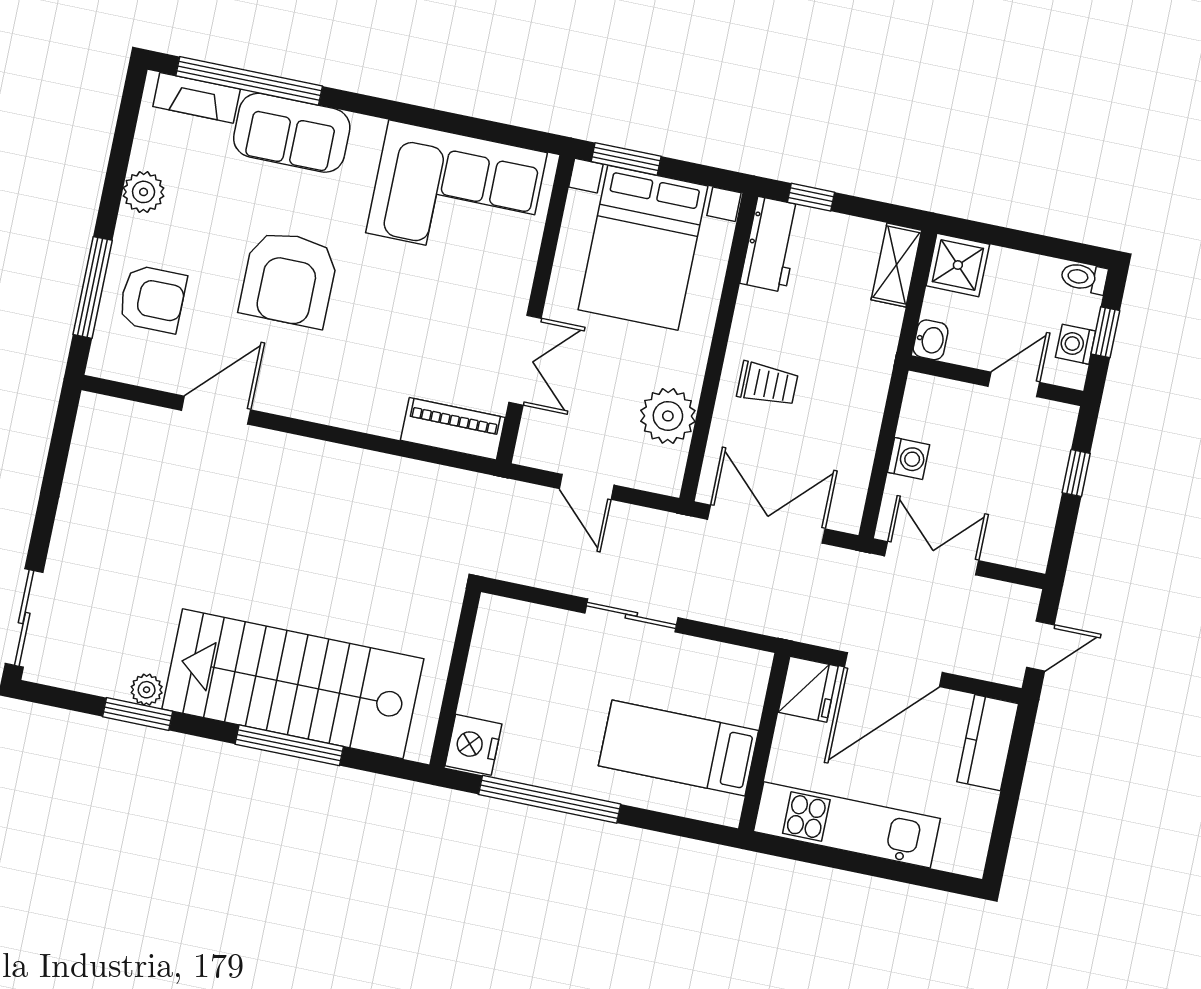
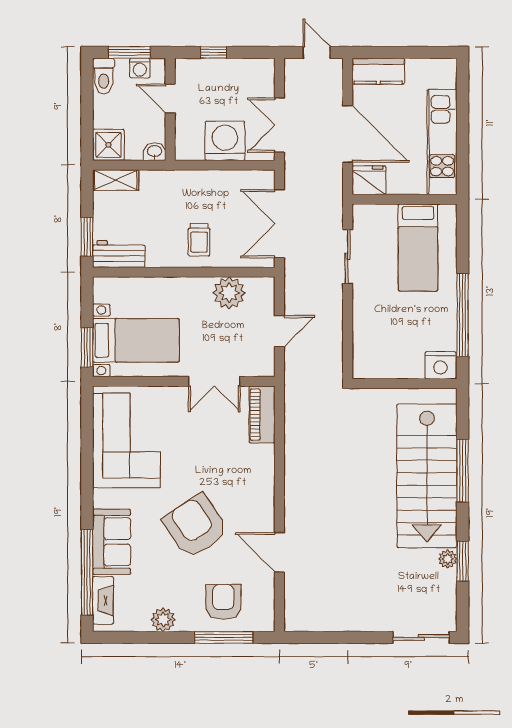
window: (811, 197) -> (87, 237), width x1.50
bed with nightstands: (643, 248) -> (136, 340), width x0.73
toilet: (1084, 278) -> (104, 76), width x1.37, depth x1.39
armchair: (289, 279) -> (196, 526), turned -124
window: (1105, 332) -> (129, 52), width x1.50
double door: (525, 360) -> (214, 381), swing flipped
trolley: (767, 384) -> (199, 240), turned 180
washing machine: (909, 458) -> (225, 141), width x1.89, depth x1.89
sliding door: (631, 615) -> (348, 256), moved

